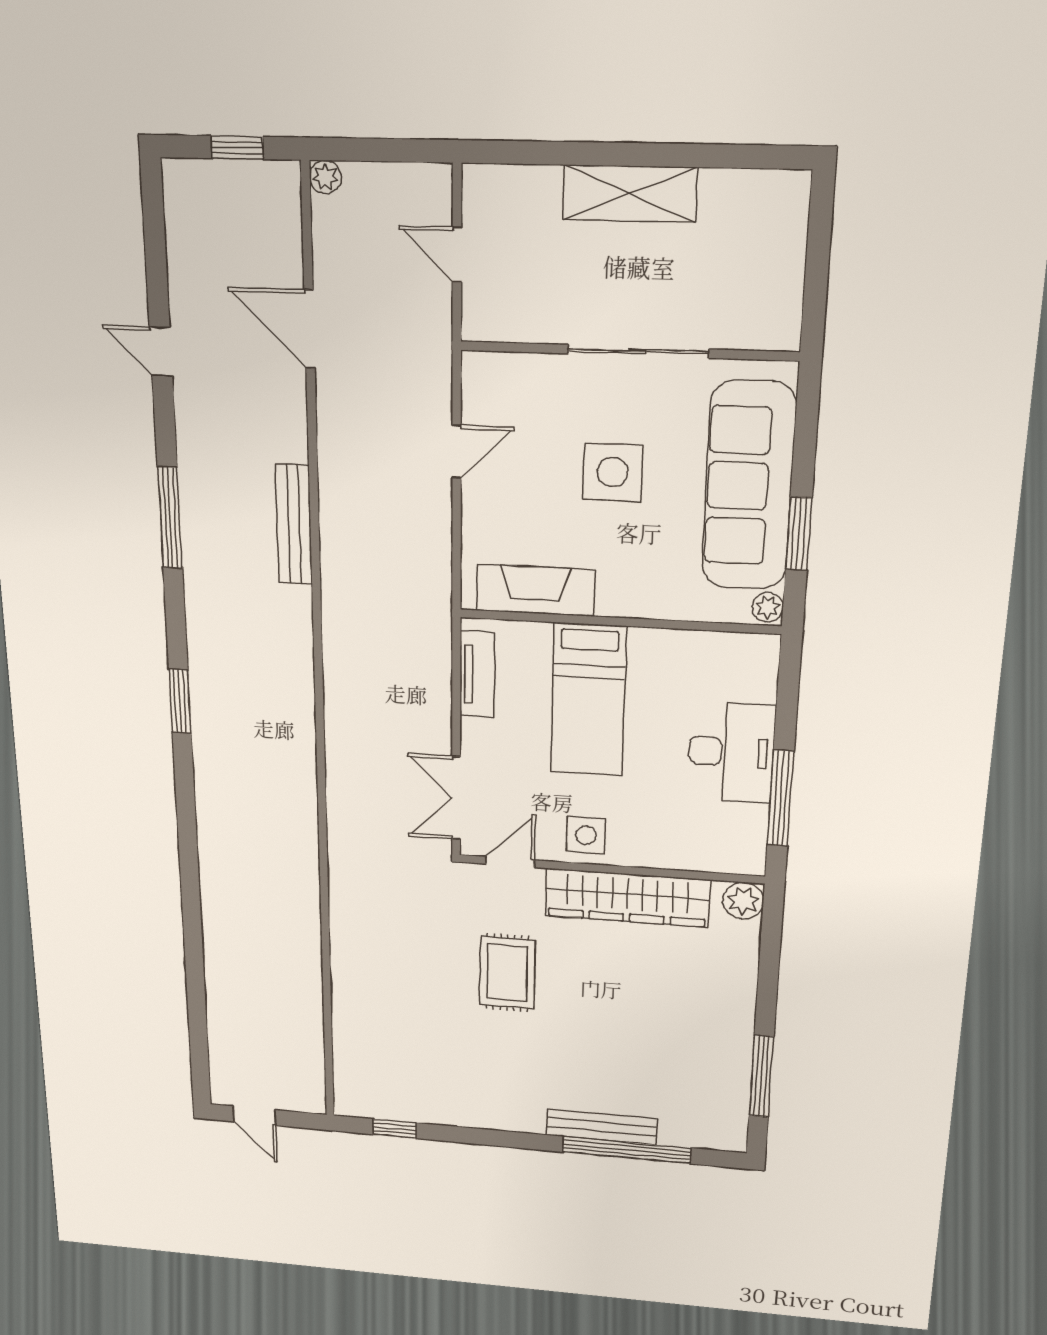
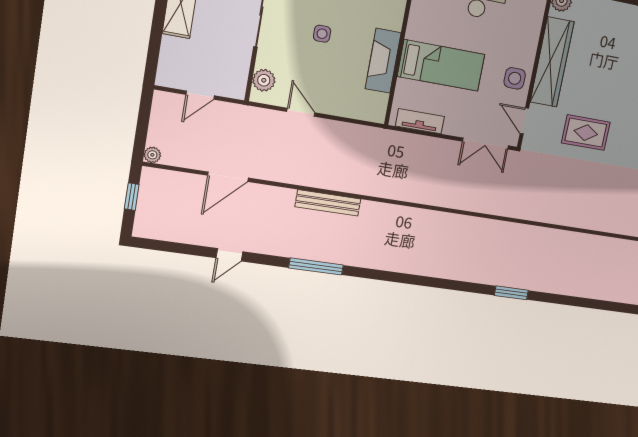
plant: (506, 373) -> (264, 80), added
side table: (613, 472) -> (322, 34), width x0.54, depth x0.54
fireplace: (536, 590) -> (383, 61), moved
window: (180, 701) -> (511, 293), moved

